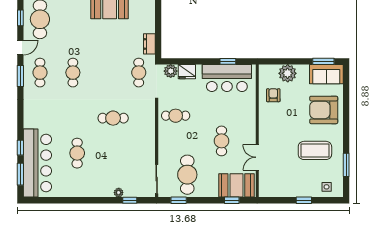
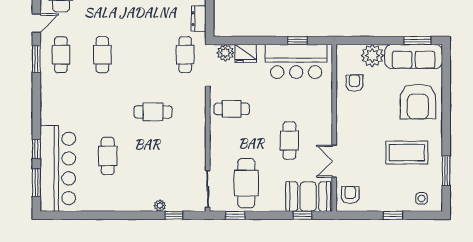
sofa: (326, 74) -> (414, 57), width x1.36
armchair: (324, 110) -> (418, 102), turned -90
armchair: (270, 184) -> (350, 195), added

